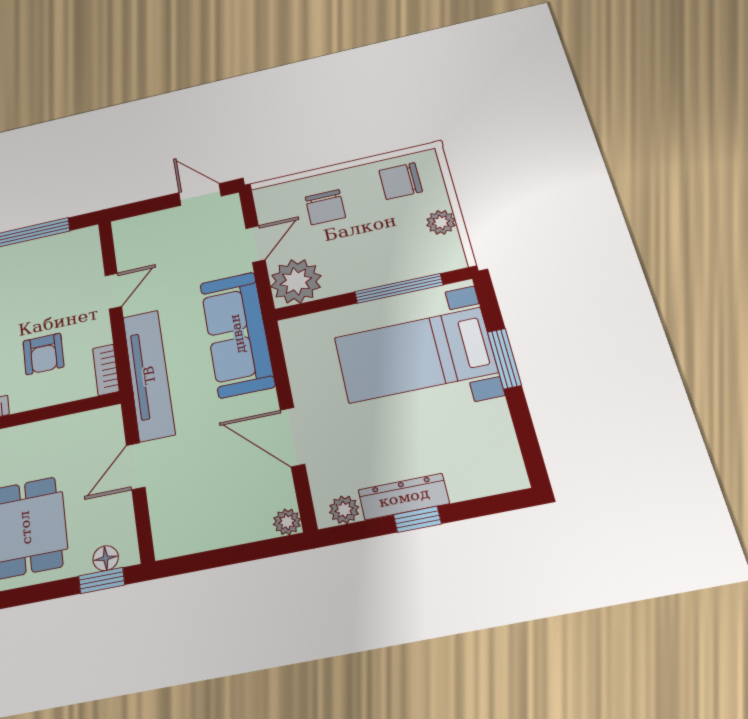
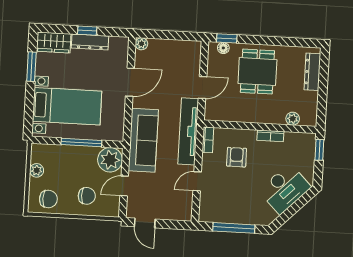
chair: (325, 207) -> (87, 196), turned 90
window: (399, 288) -> (81, 143), moved
window: (504, 358) -> (31, 67), moved
door: (293, 437) -> (130, 82), hinge flipped
wardrobe: (486, 475) -> (54, 42), added
plant: (344, 510) -> (116, 43), removed

